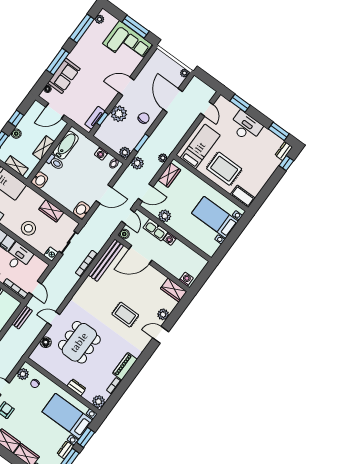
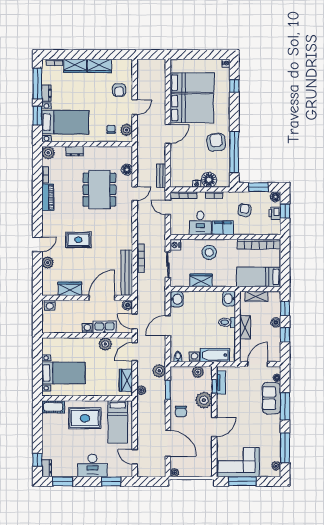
bathtub: (66, 145) -> (215, 355), moved, turned 90
plant: (125, 153) -> (198, 372), moved
wardrobe: (174, 290) -> (70, 289), moved

